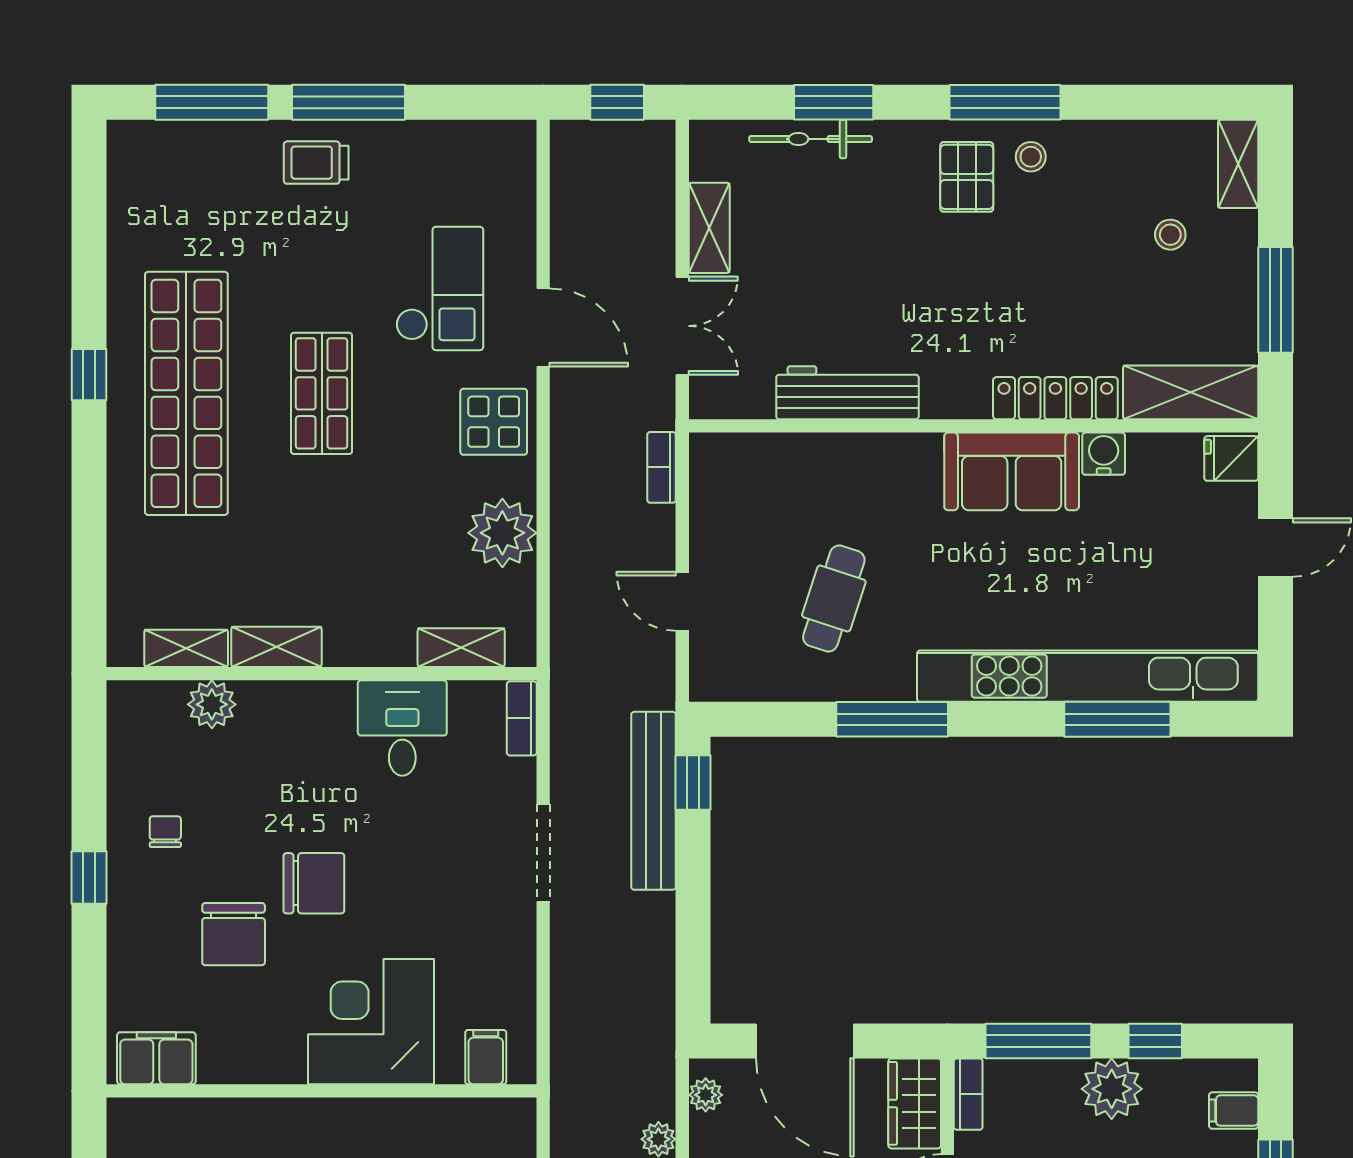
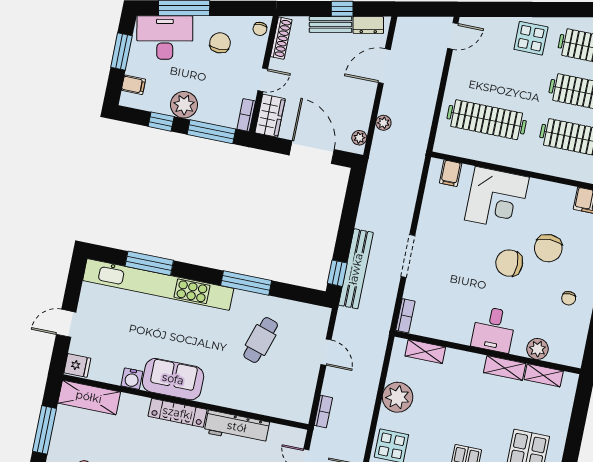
locker: (1055, 398) -> (178, 413), moved
desk: (402, 728) -> (494, 329), moved
chair: (234, 934) -> (548, 248), turned 180

